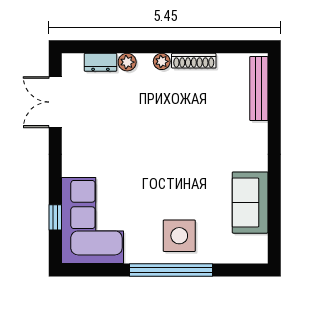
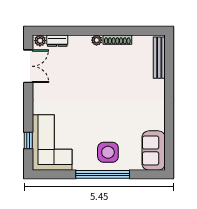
plant: (127, 62) -> (40, 41), moved
double door: (55, 102) -> (28, 66), swing flipped
sofa: (250, 203) -> (154, 150), moved

